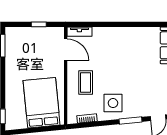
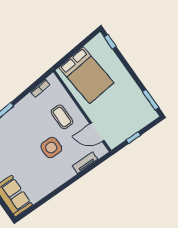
tv unit: (79, 32) -> (85, 163), moved
side table: (113, 103) -> (51, 147), moved

